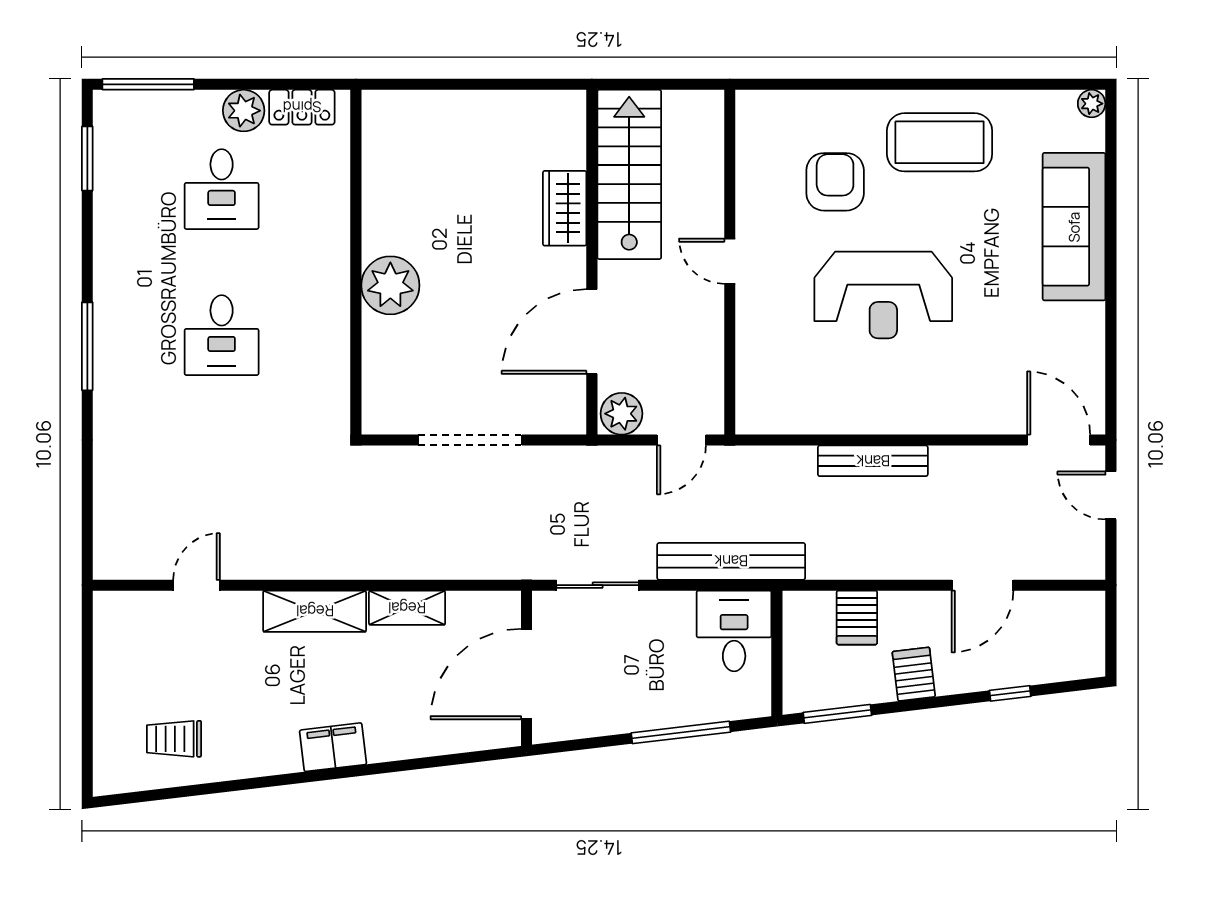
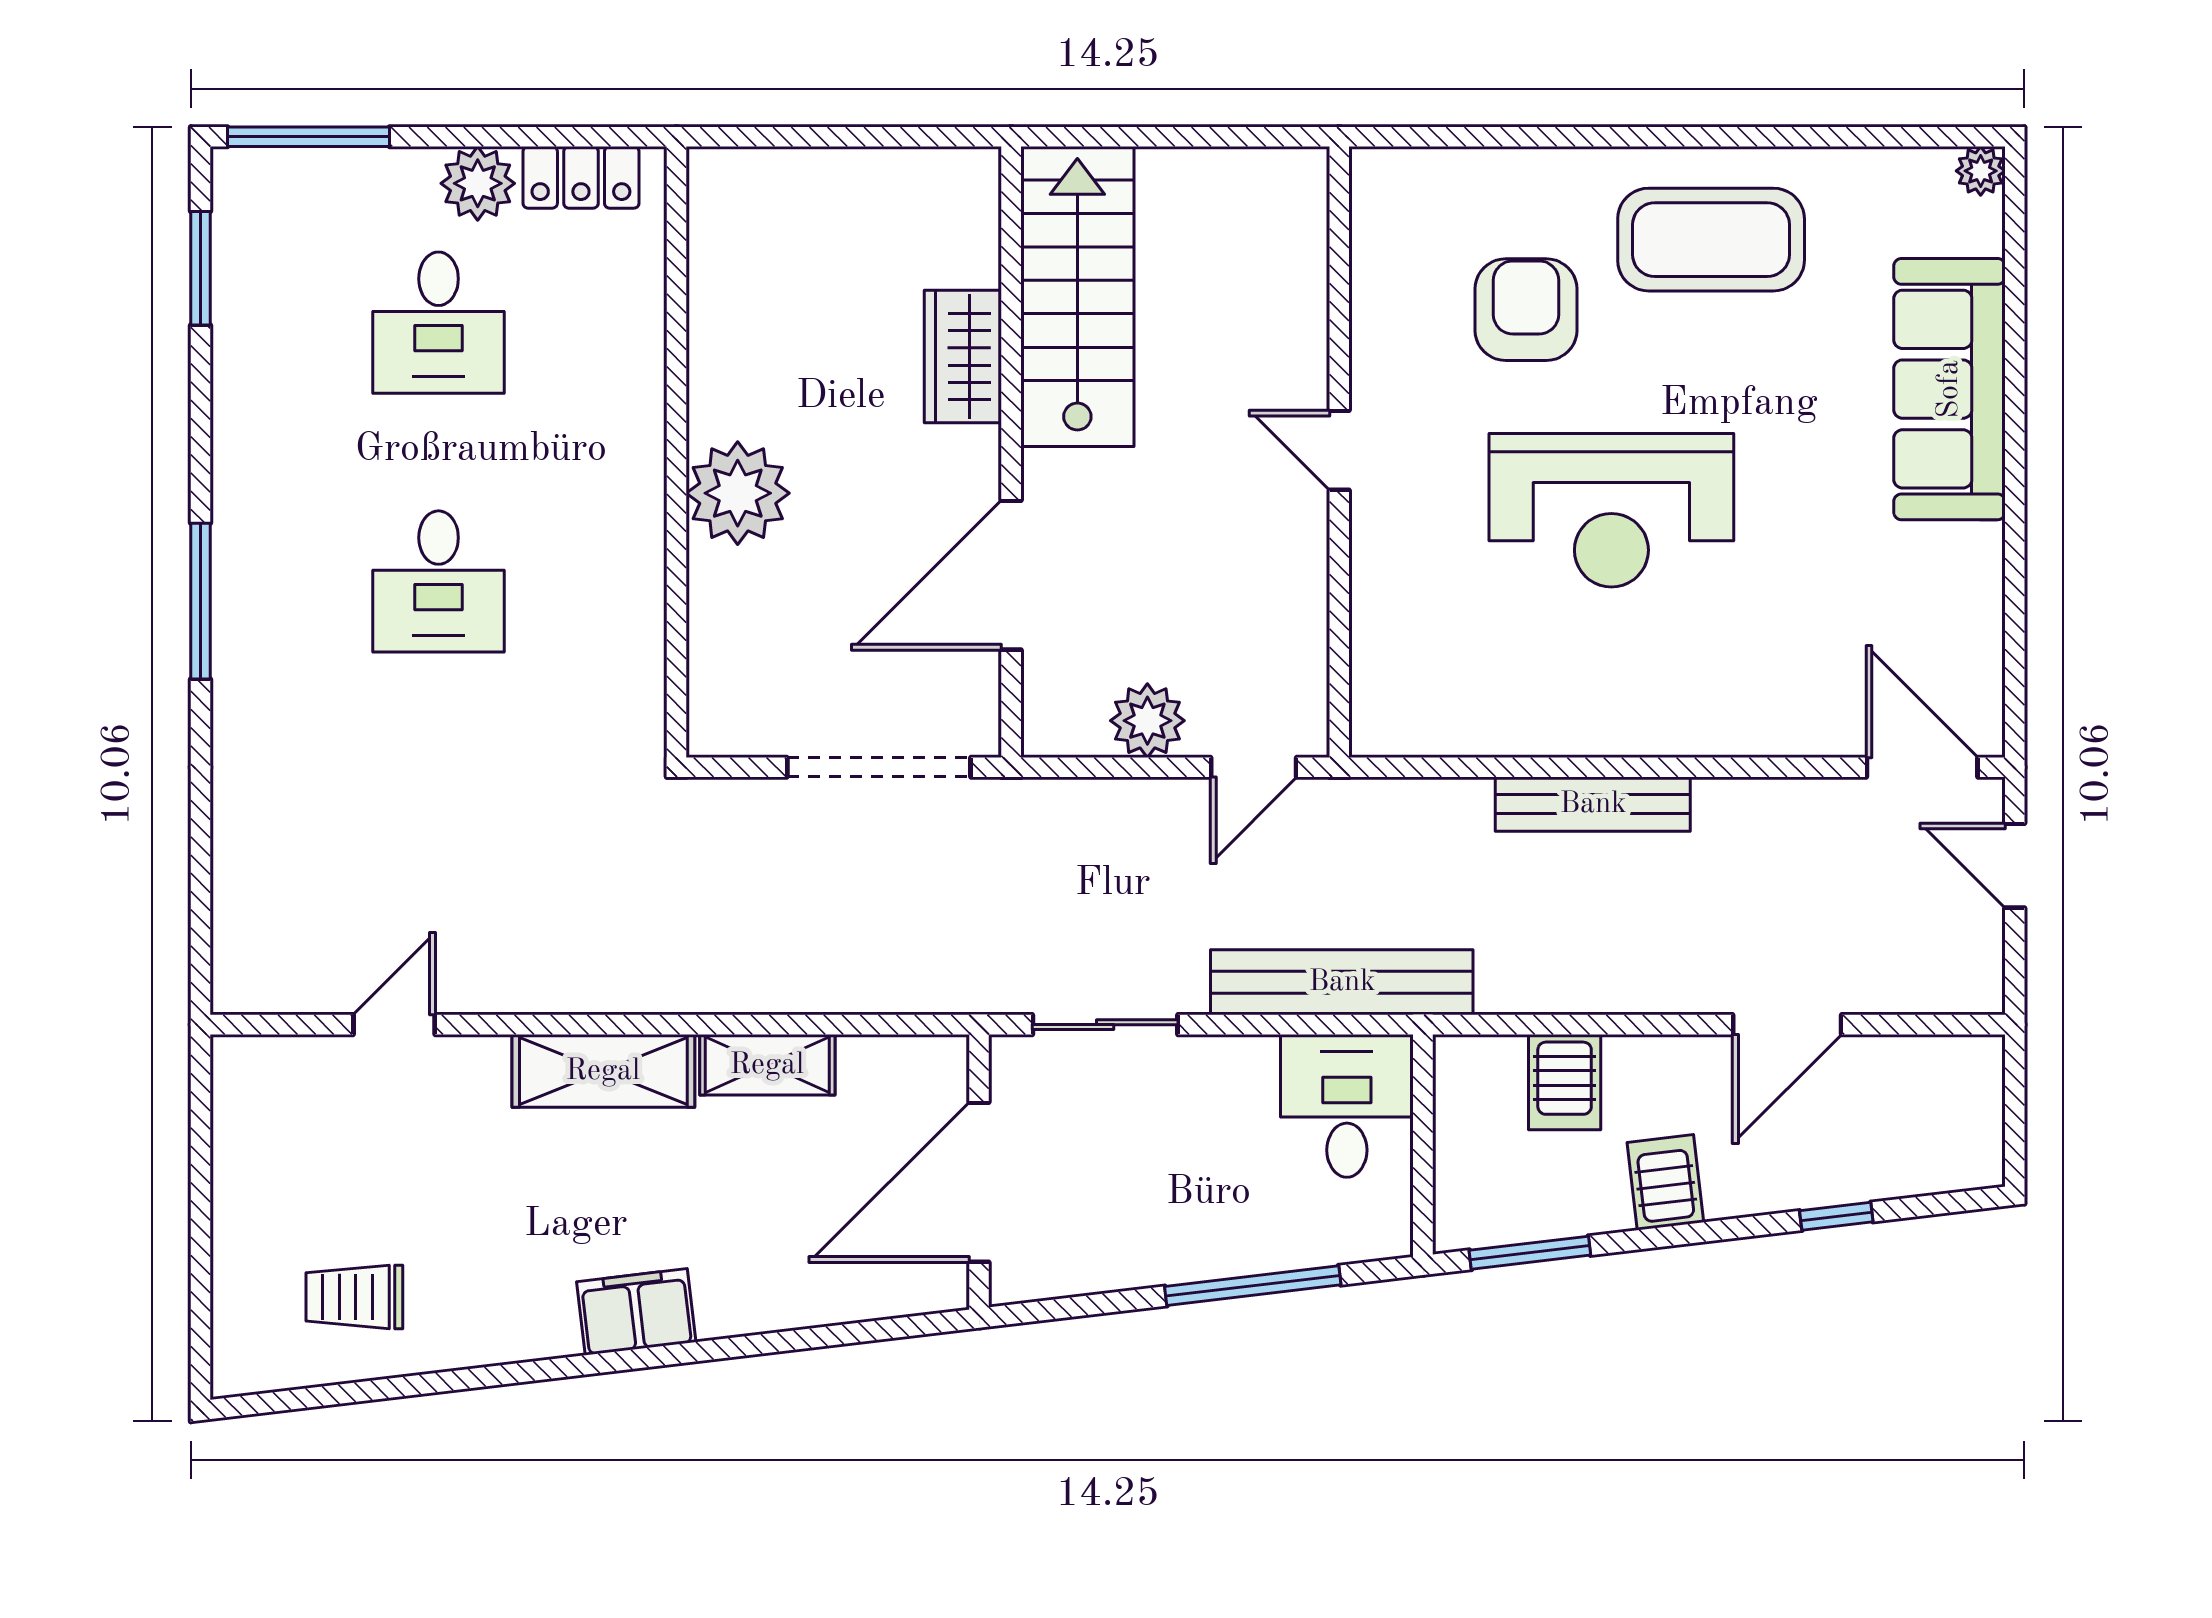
stairs: (629, 174) -> (1077, 297), moved
wardrobe: (565, 208) -> (963, 357), moved
wall: (592, 262) -> (1011, 452), moved
door: (592, 332) -> (1011, 575), moved

